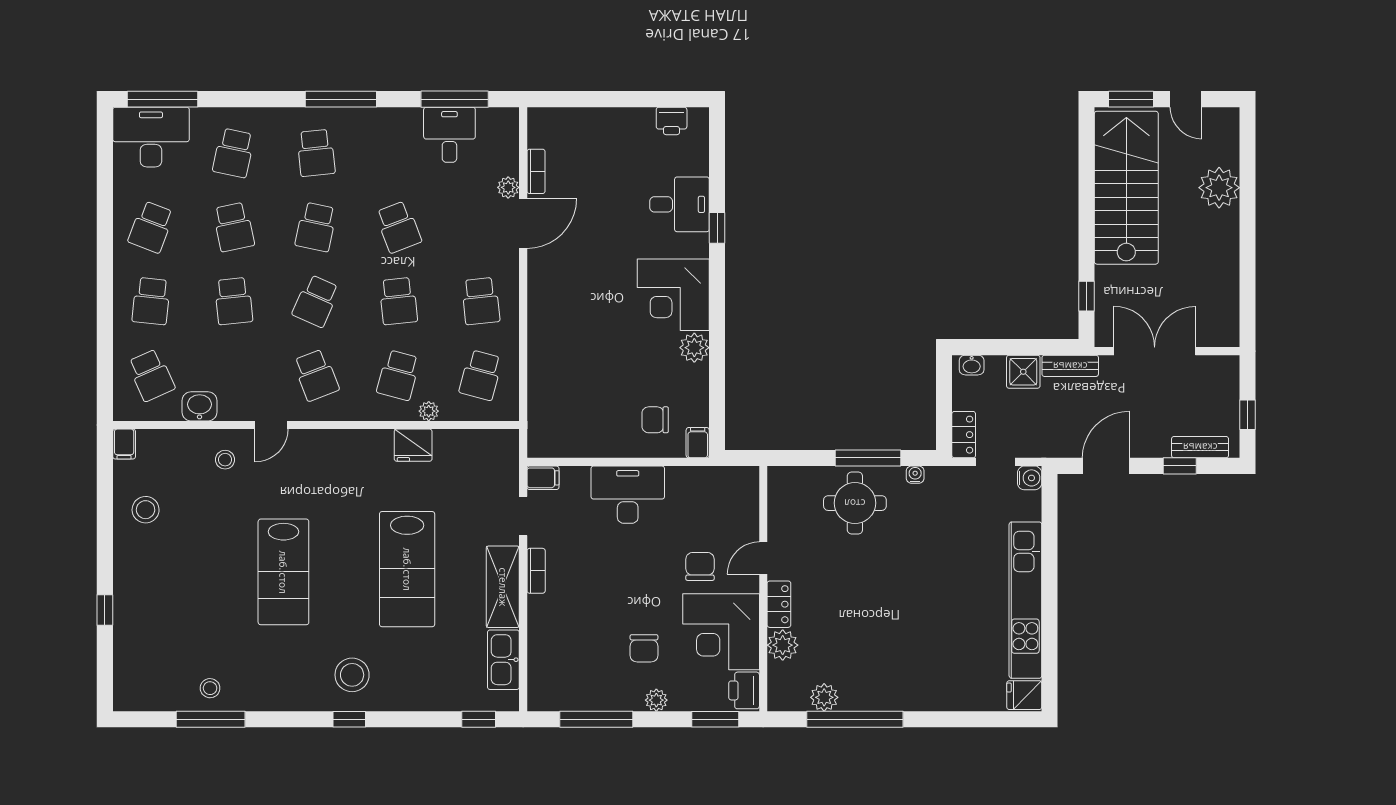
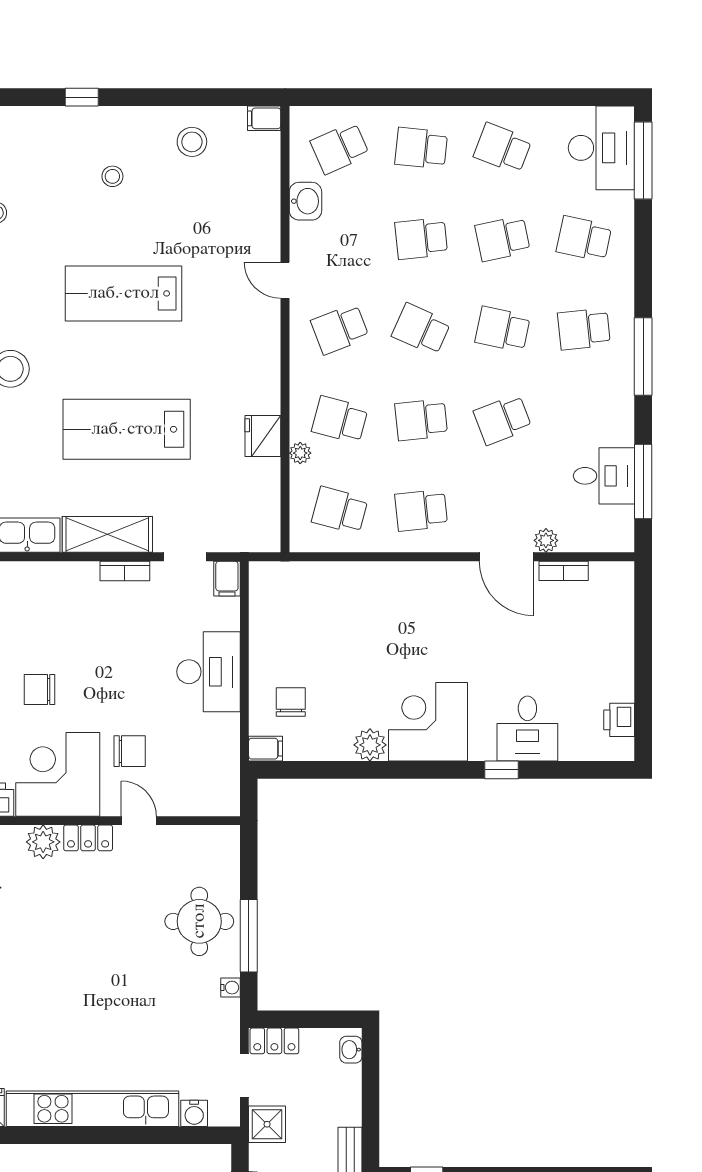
shower: (1023, 372) -> (267, 1124), moved
stool: (225, 460) -> (112, 176), moved
water cooler: (1030, 478) -> (194, 1113), moved

